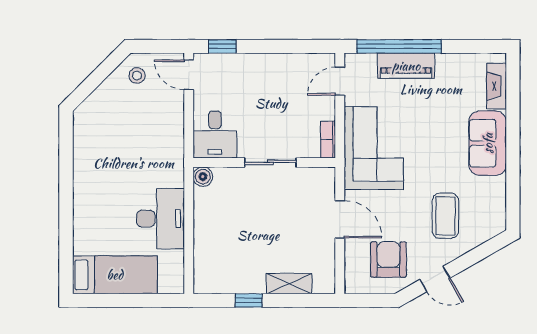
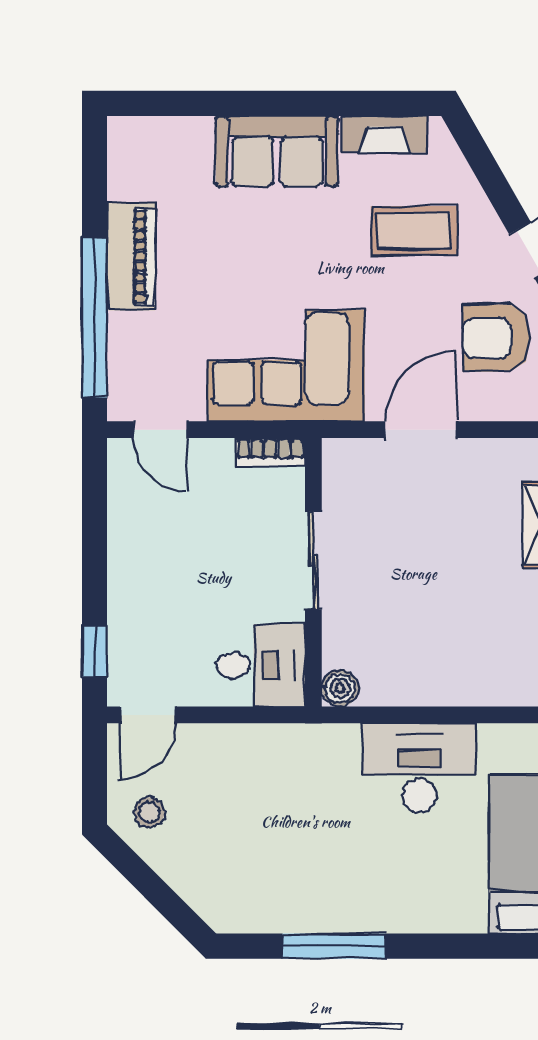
piano: (406, 66) -> (131, 257), moved
fireplace: (497, 86) -> (385, 134), moved
window: (66, 173) -> (334, 946), added

